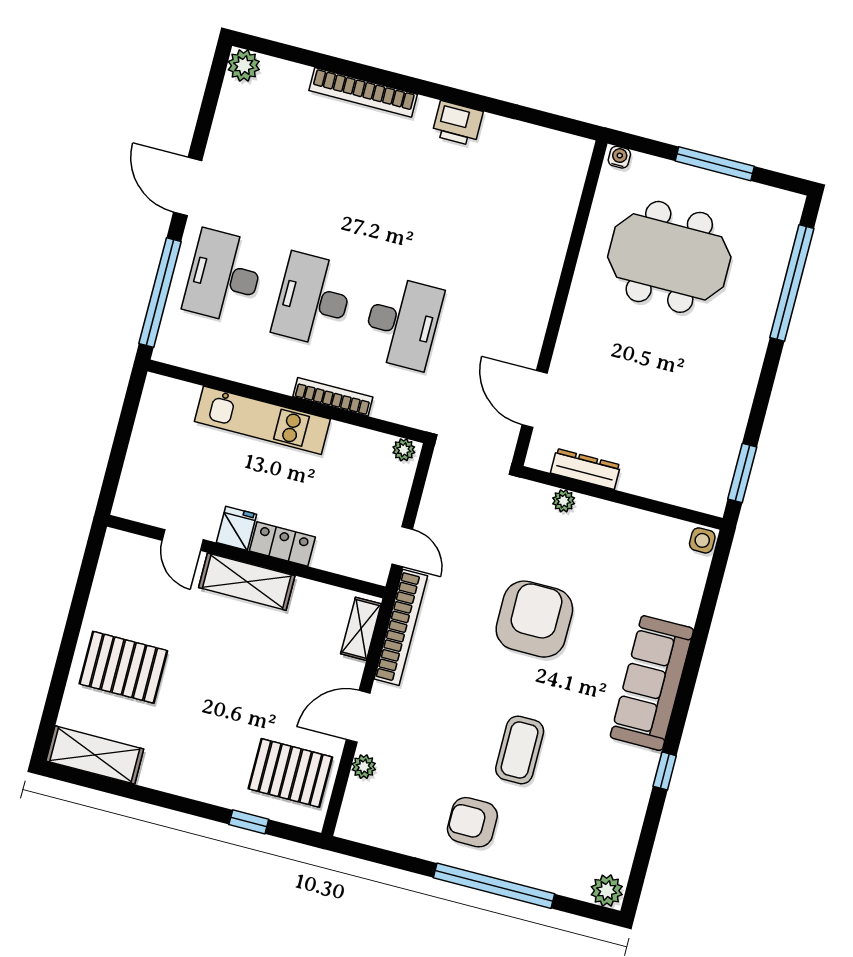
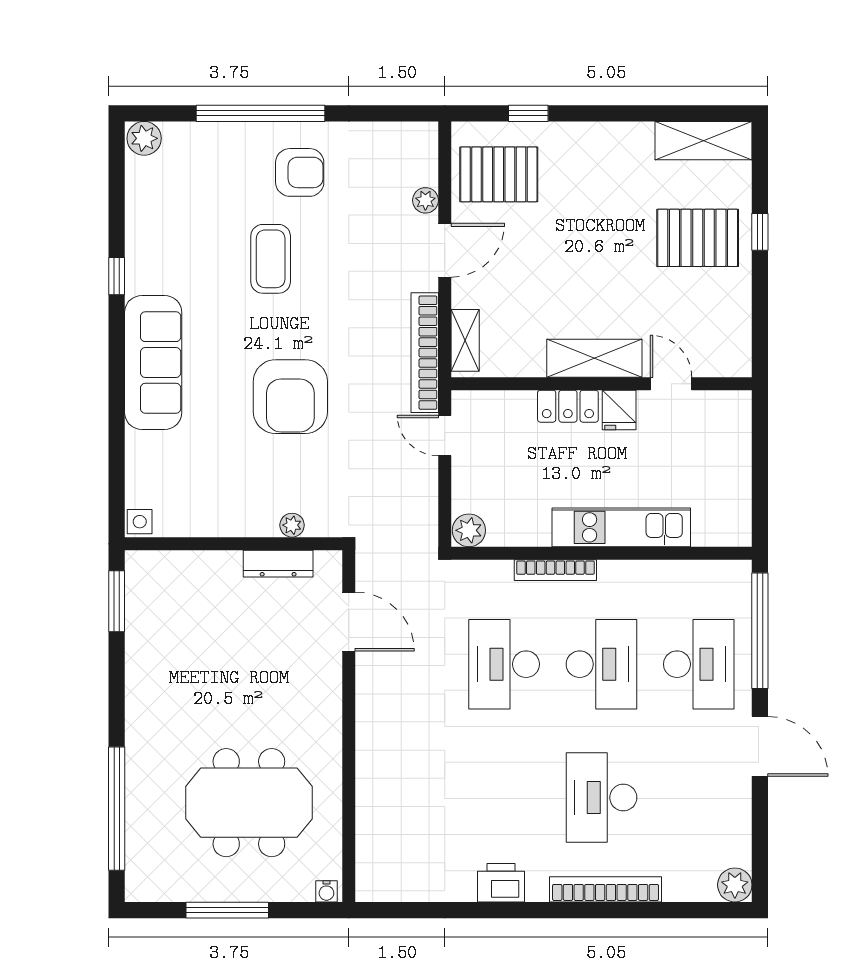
desk: (345, 177) -> (601, 798), added
plant: (404, 450) -> (469, 530), width x1.38, depth x1.38
window: (65, 658) -> (760, 232), added

